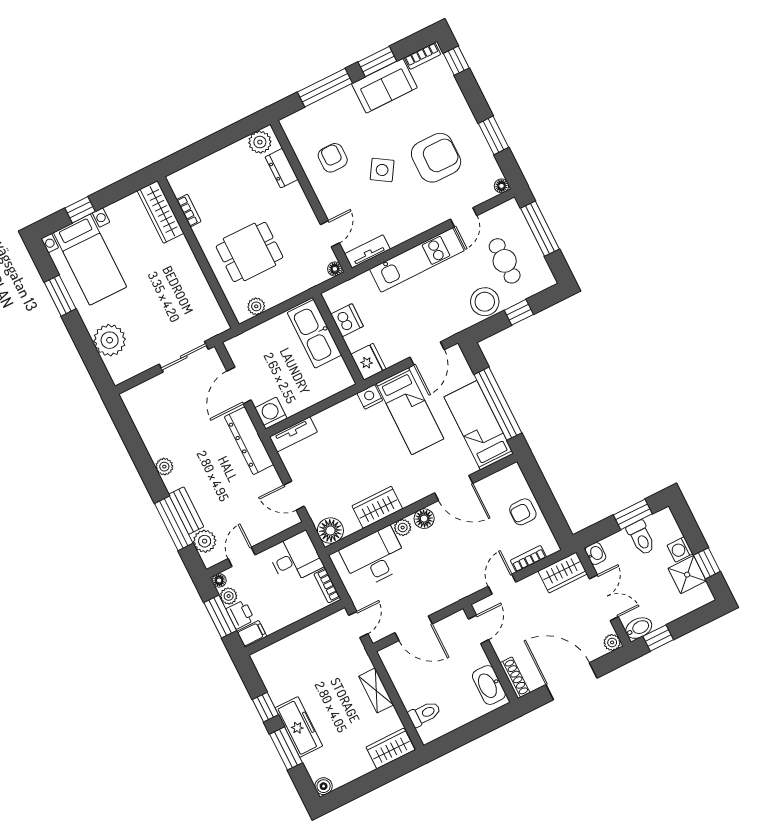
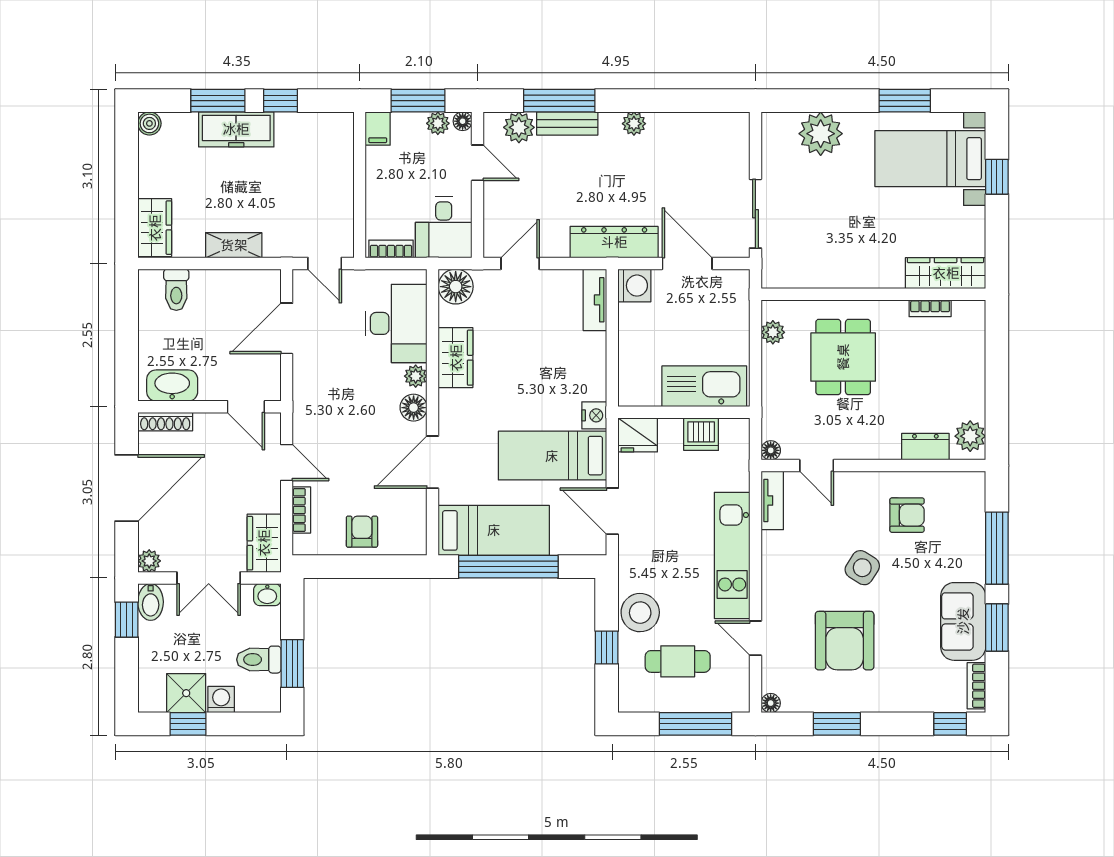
printer: (240, 614) -> (408, 126), removed

